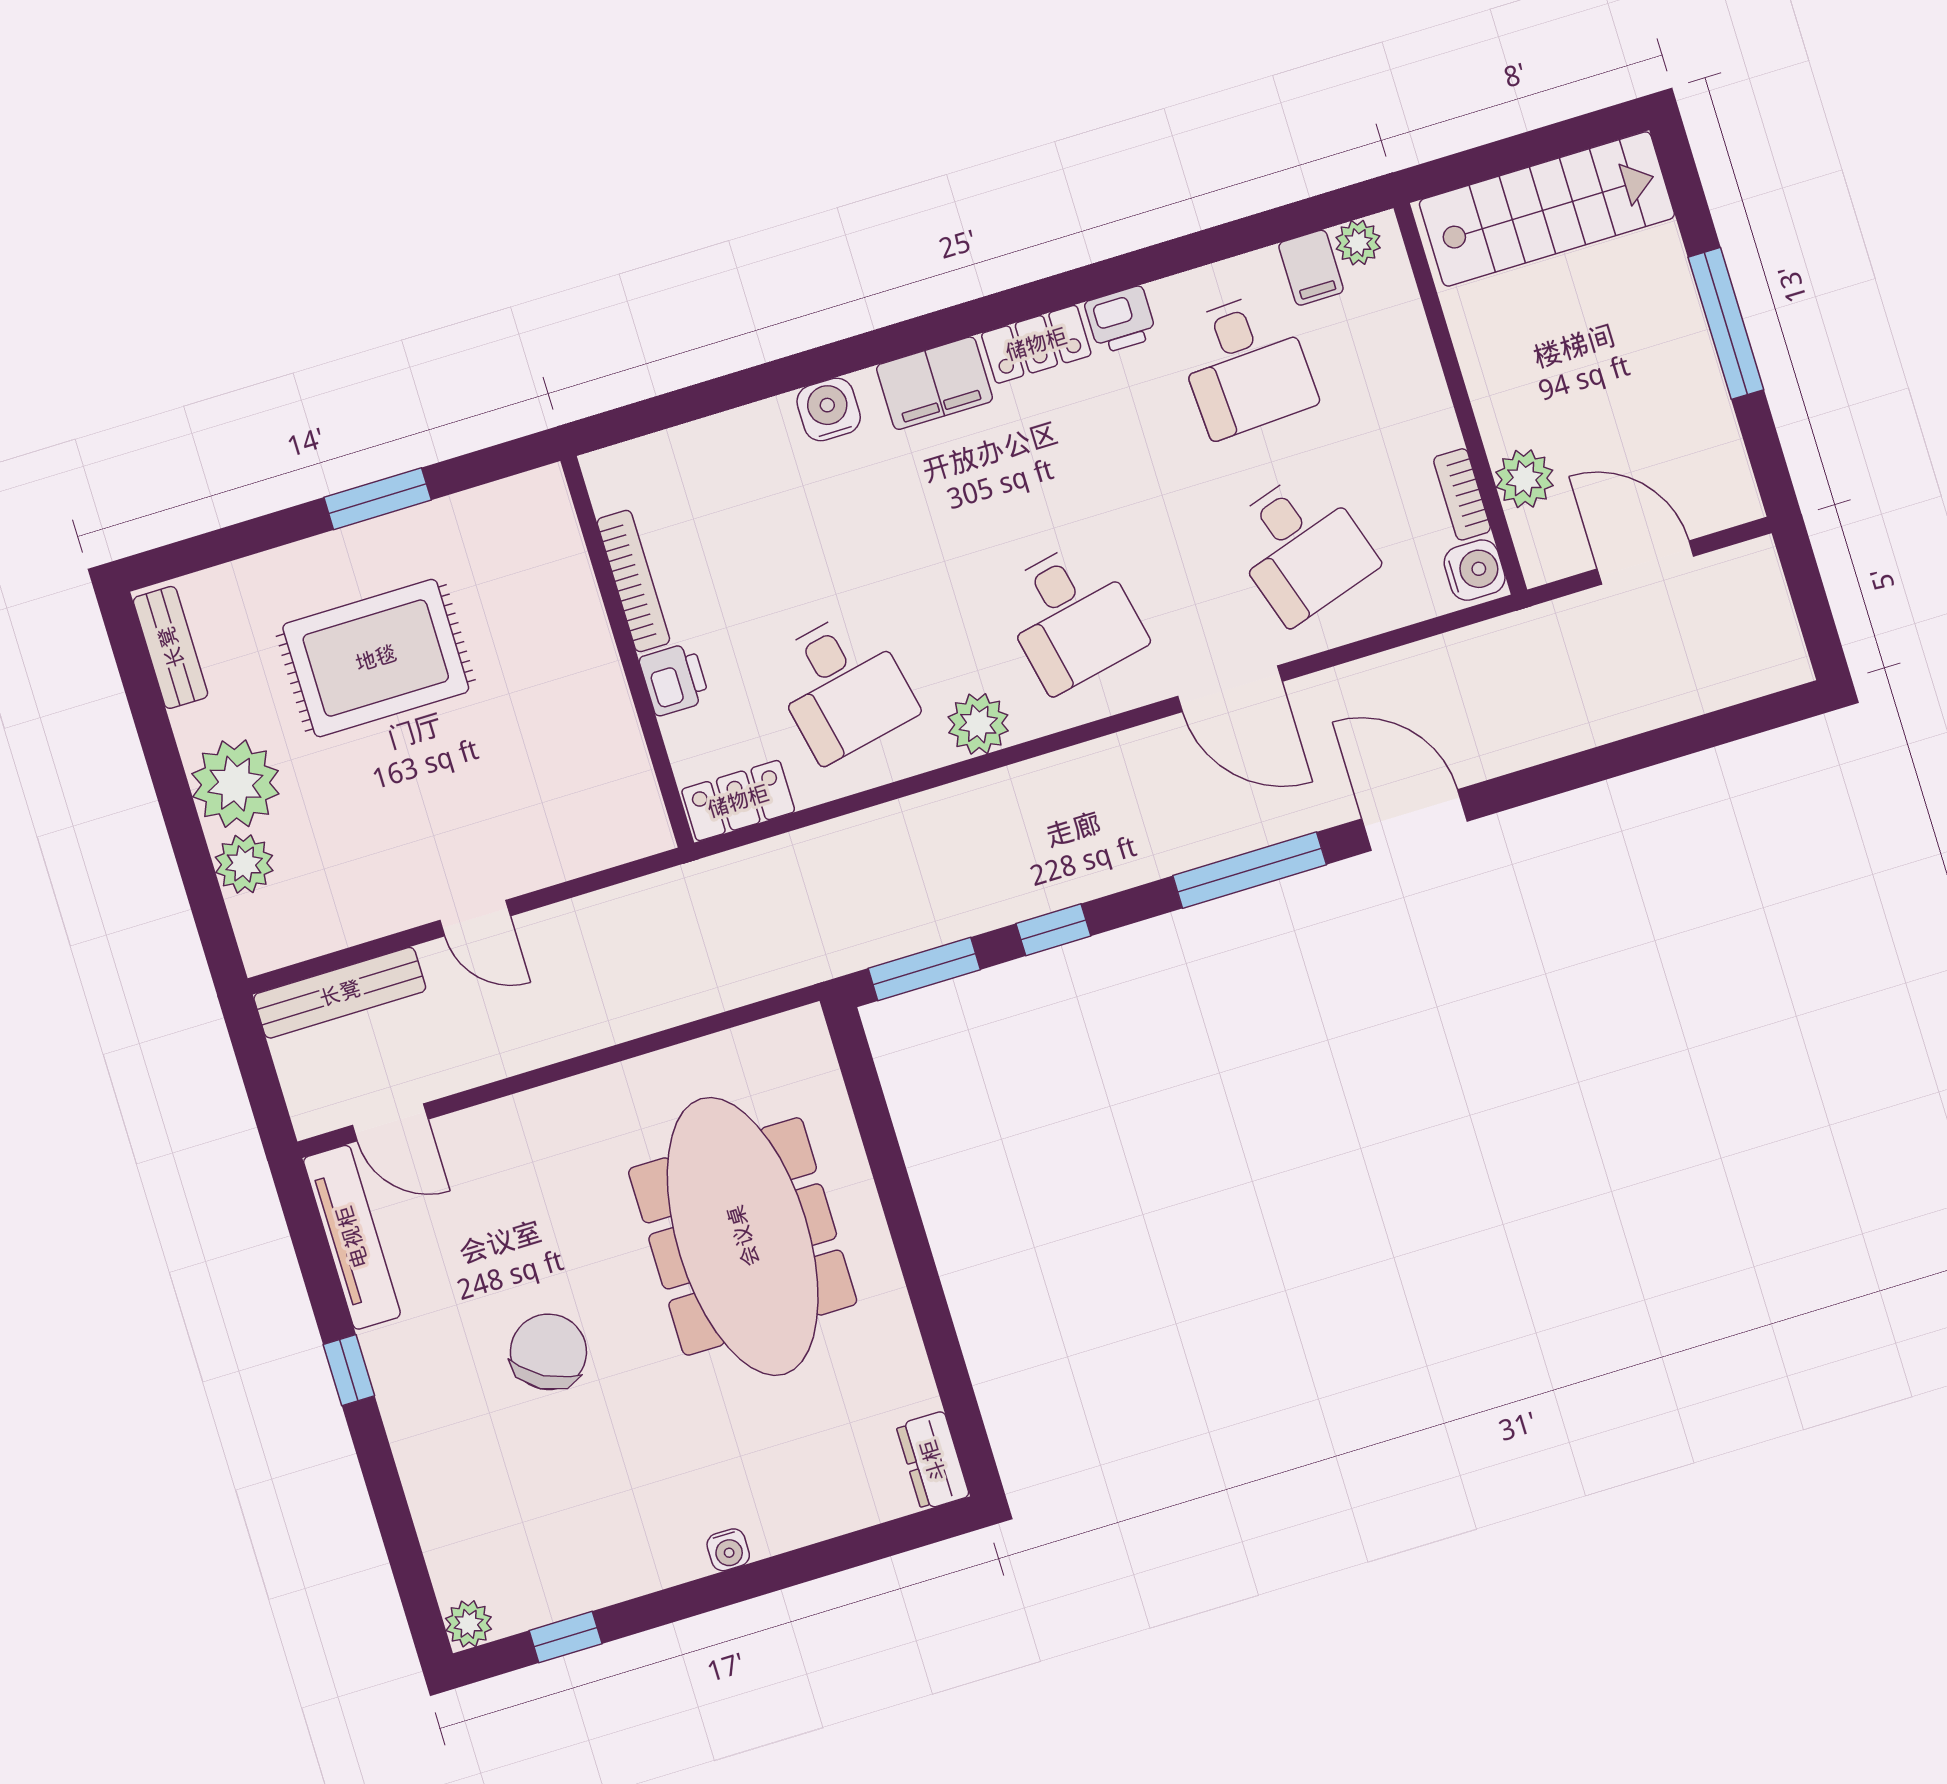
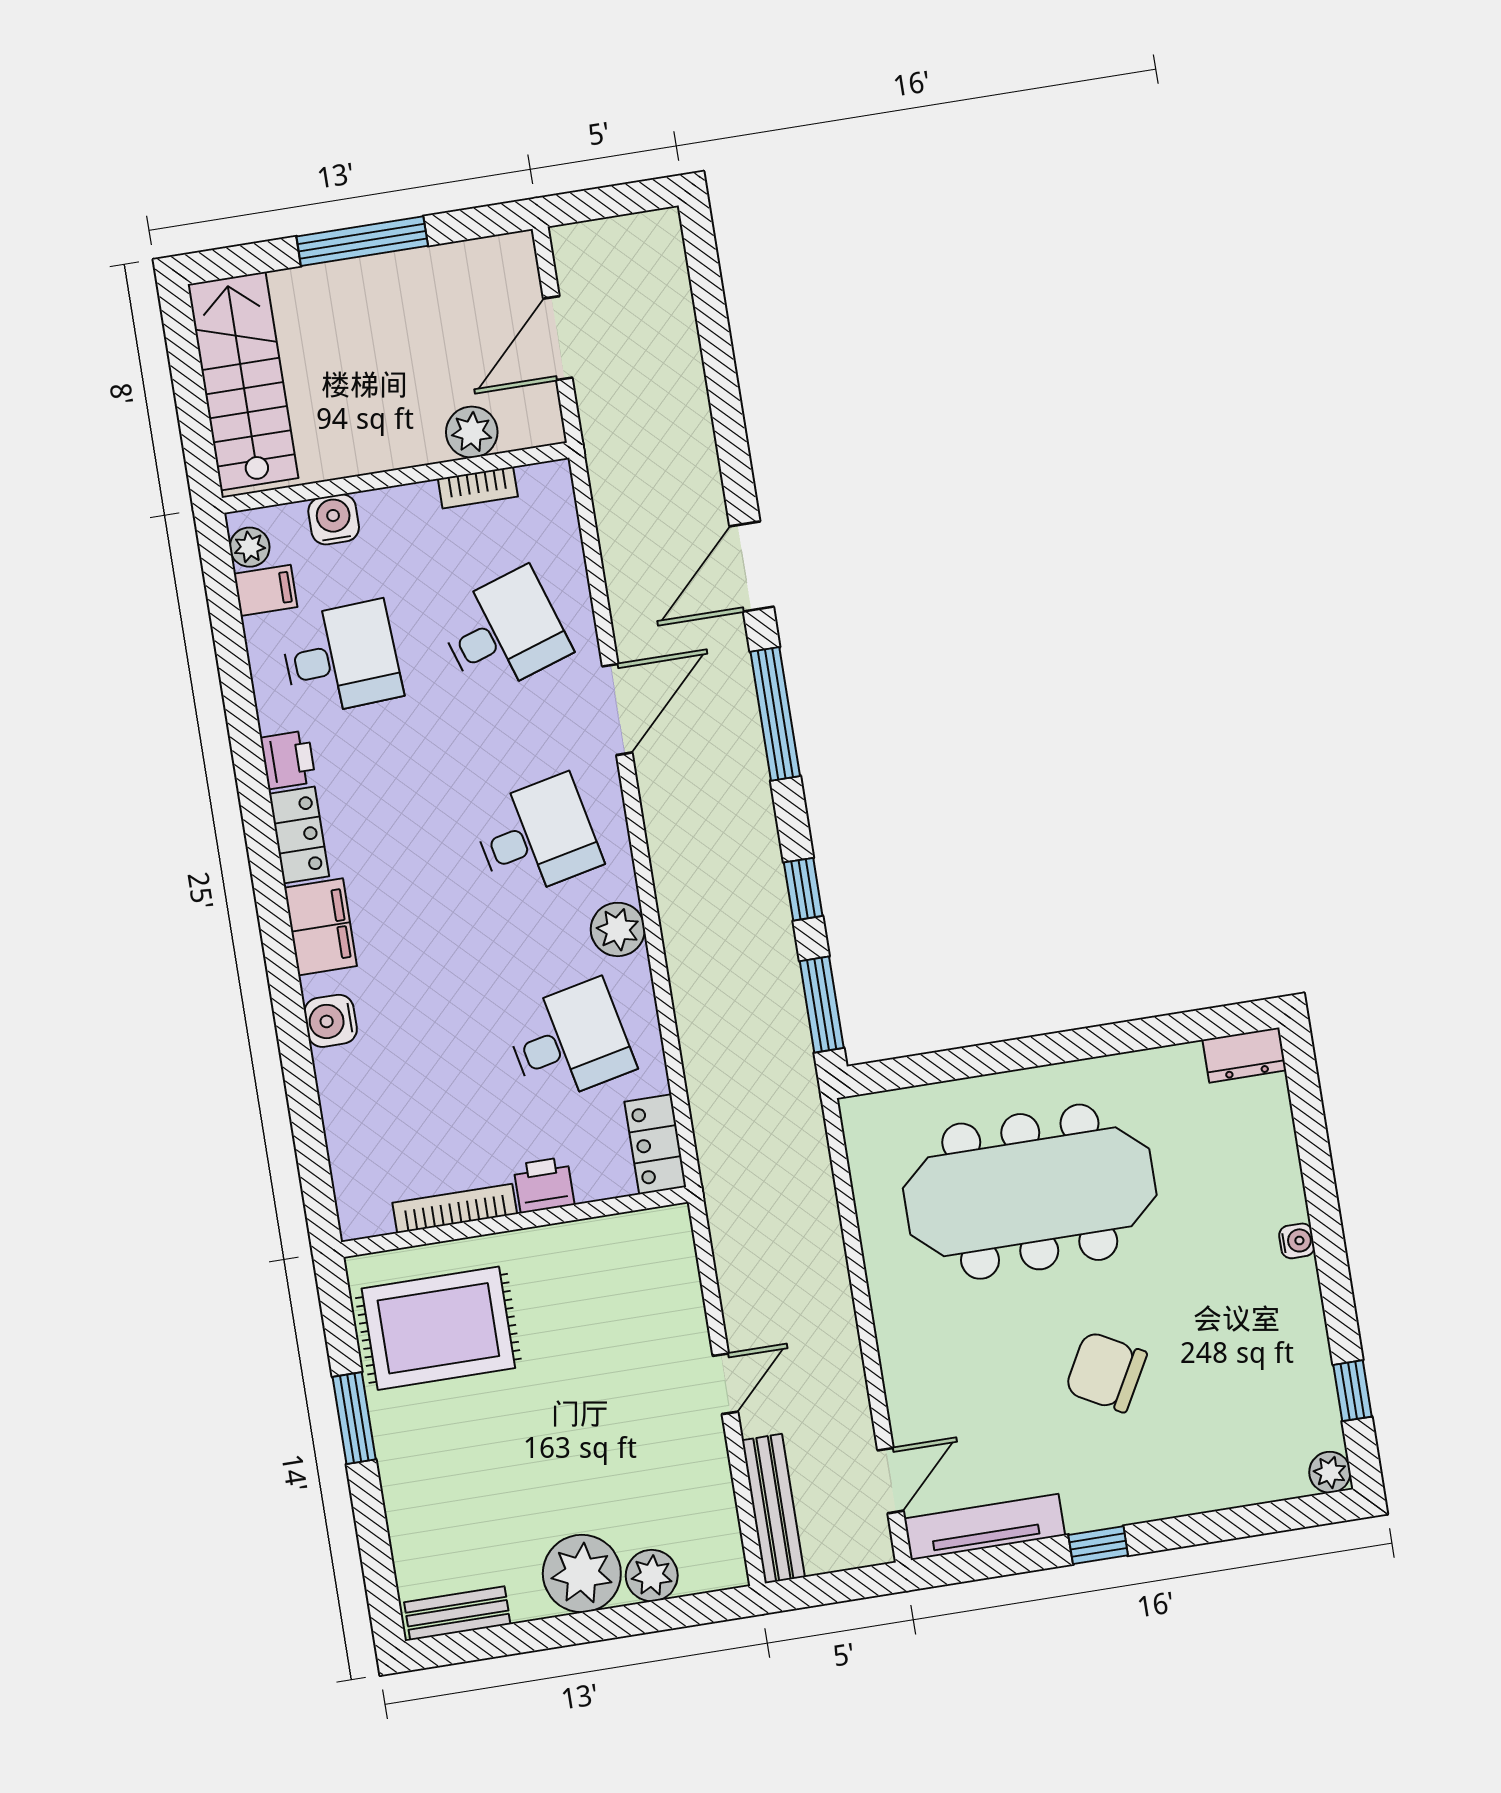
water cooler: (1475, 570) -> (334, 519), moved
rug: (376, 658) -> (438, 1328), moved, turned 90

